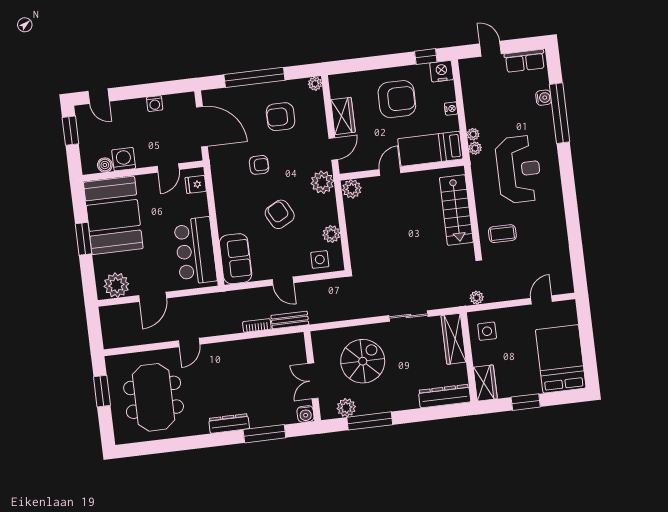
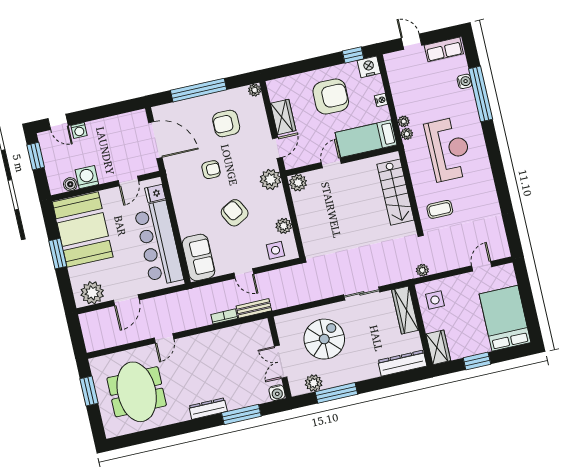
washing machine: (155, 104) -> (79, 130), moved
bar counter: (195, 251) -> (159, 243), width x1.36

